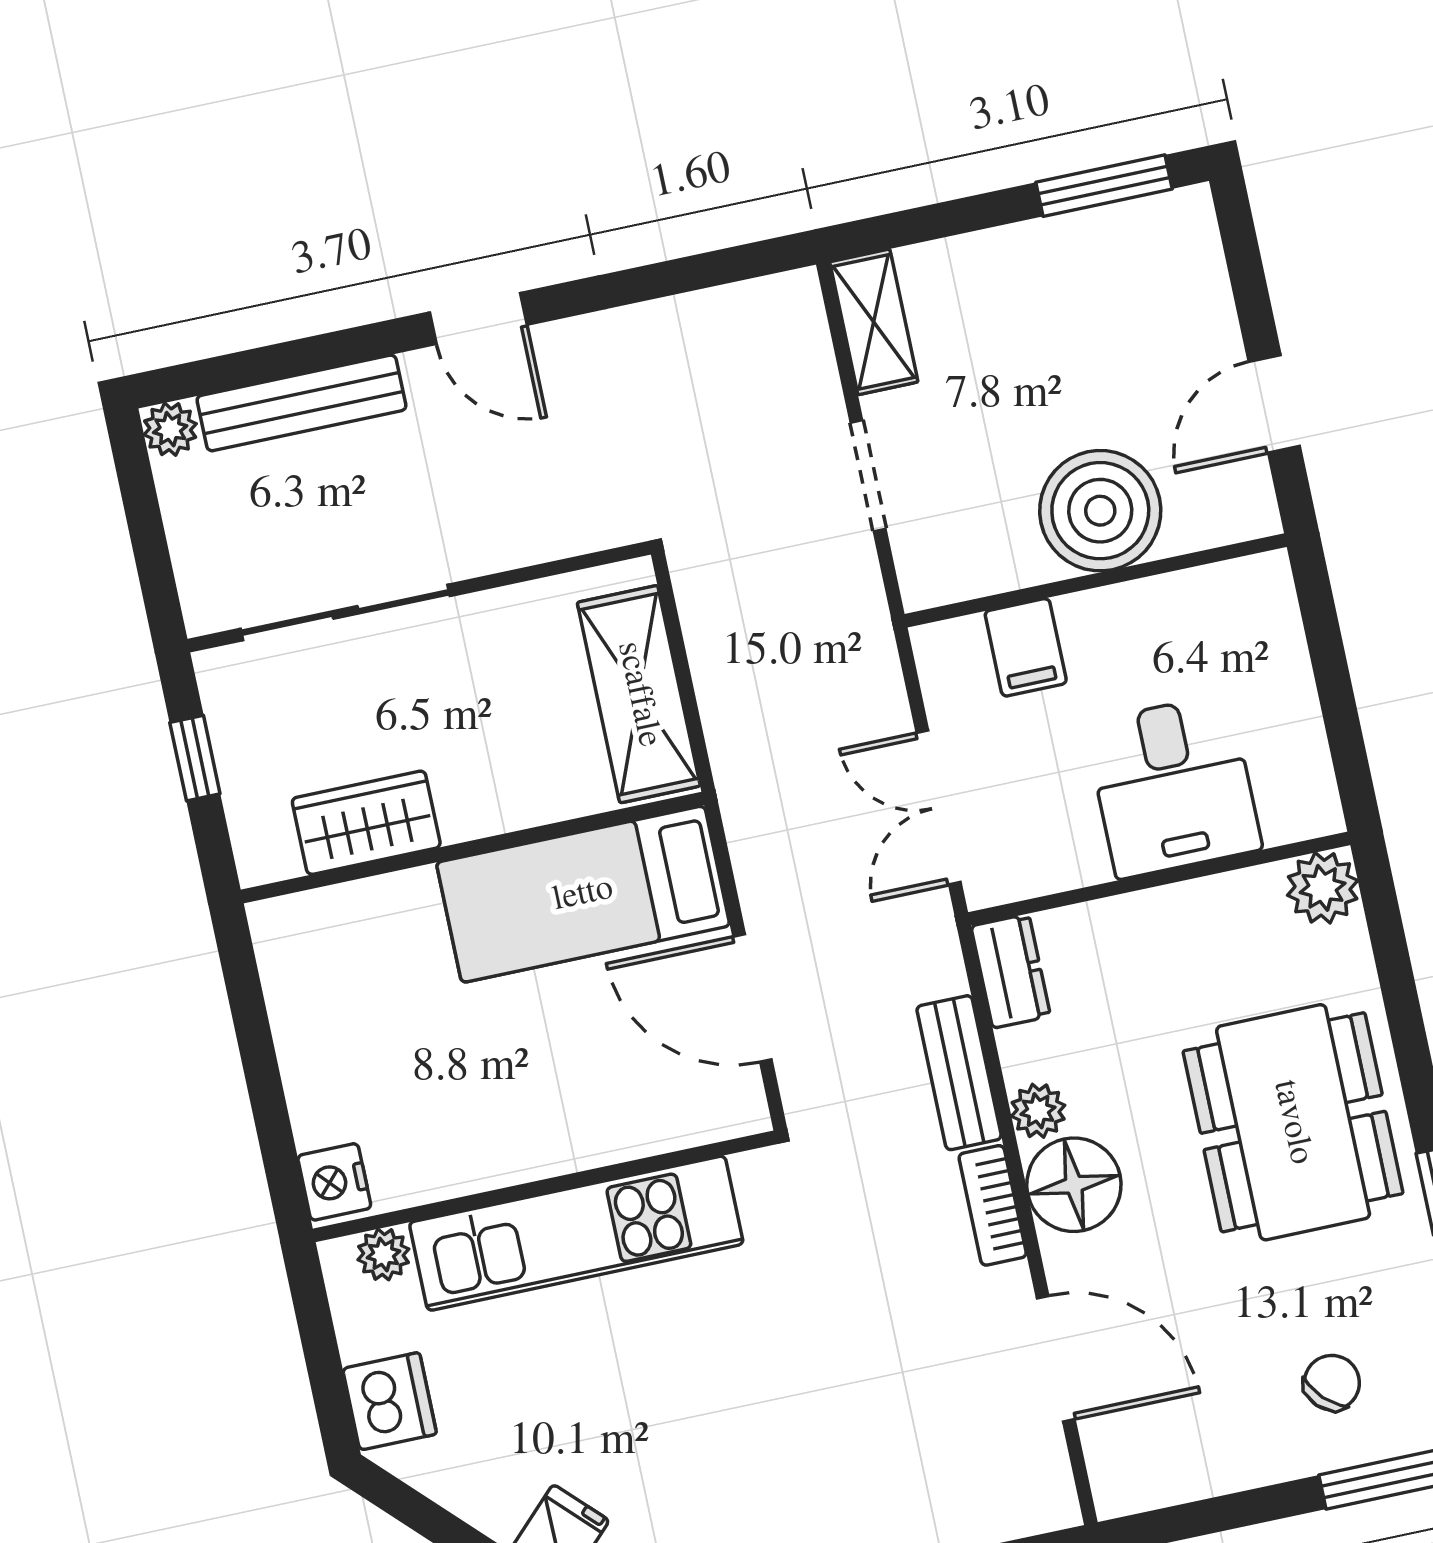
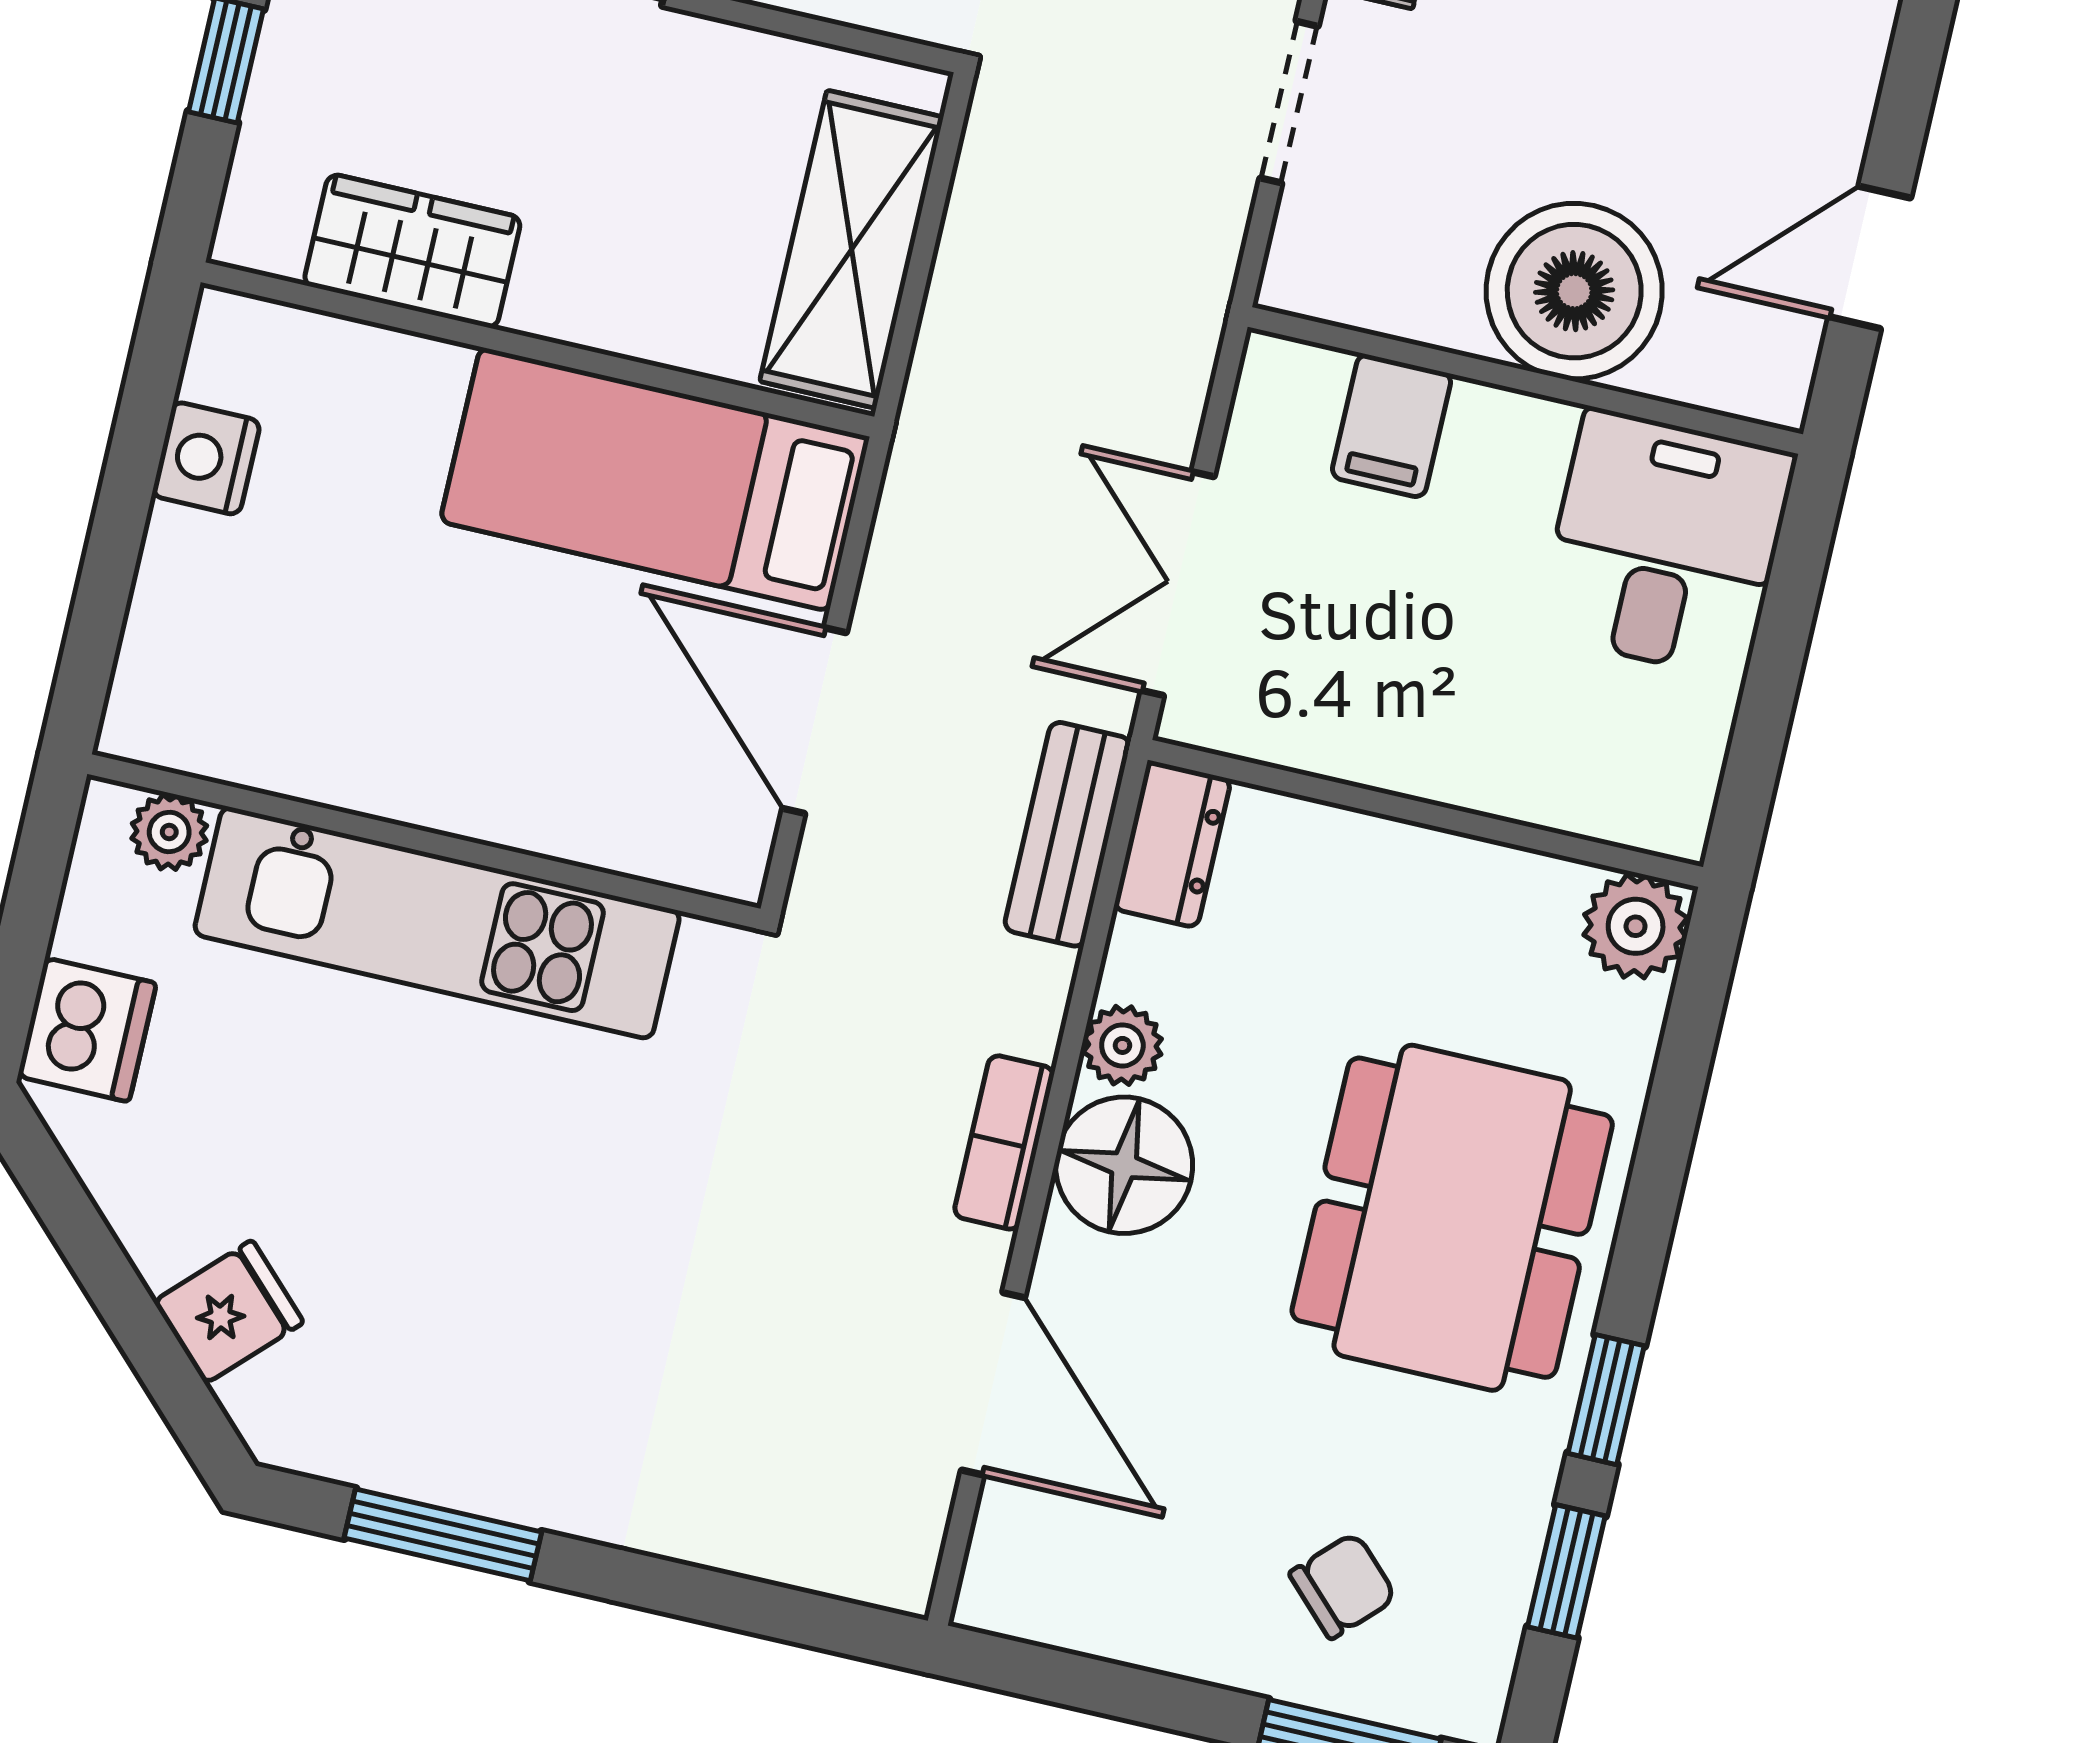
desk: (1173, 786) -> (1666, 544), moved, turned 180
bench: (959, 1073) -> (1067, 834), moved
nightstand: (334, 1182) -> (206, 458), moved

